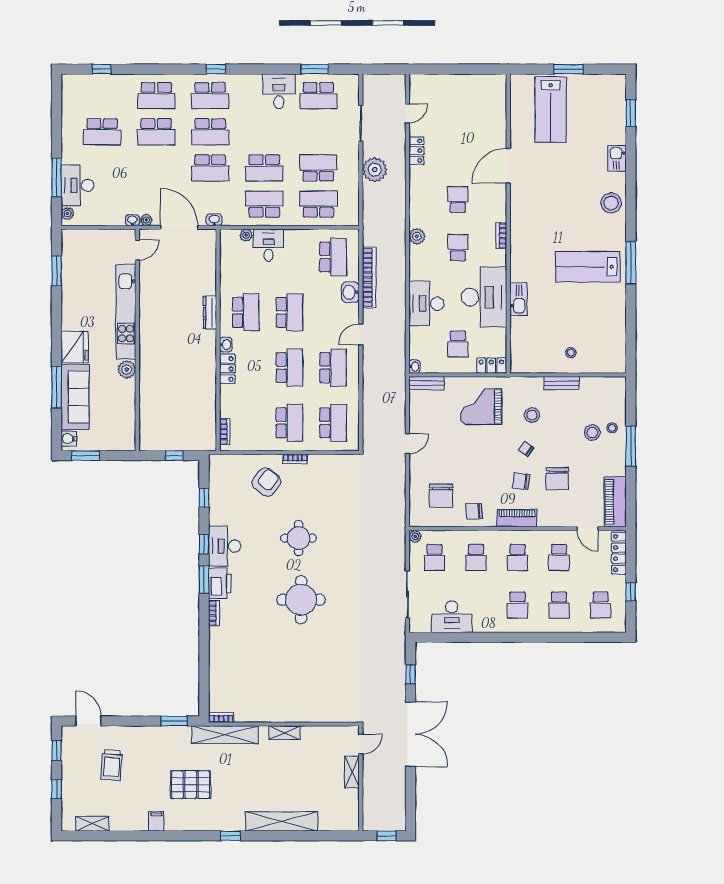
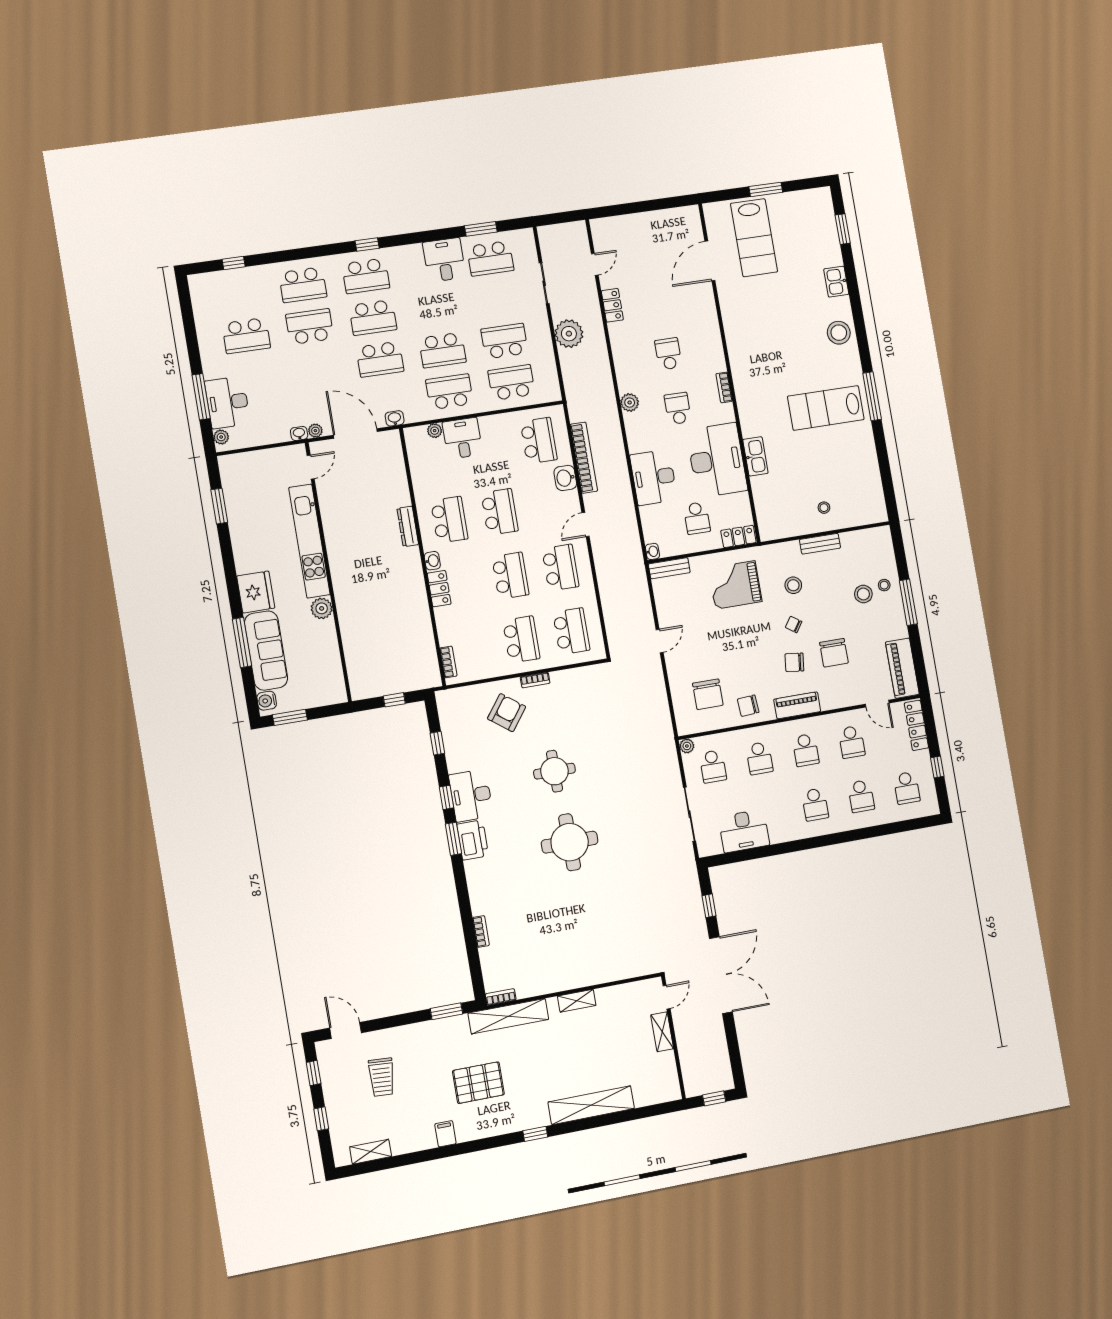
school desk: (156, 132) -> (310, 327), turned 180
door: (508, 166) -> (710, 261), moved
bookcase: (214, 613) -> (481, 931), moved

